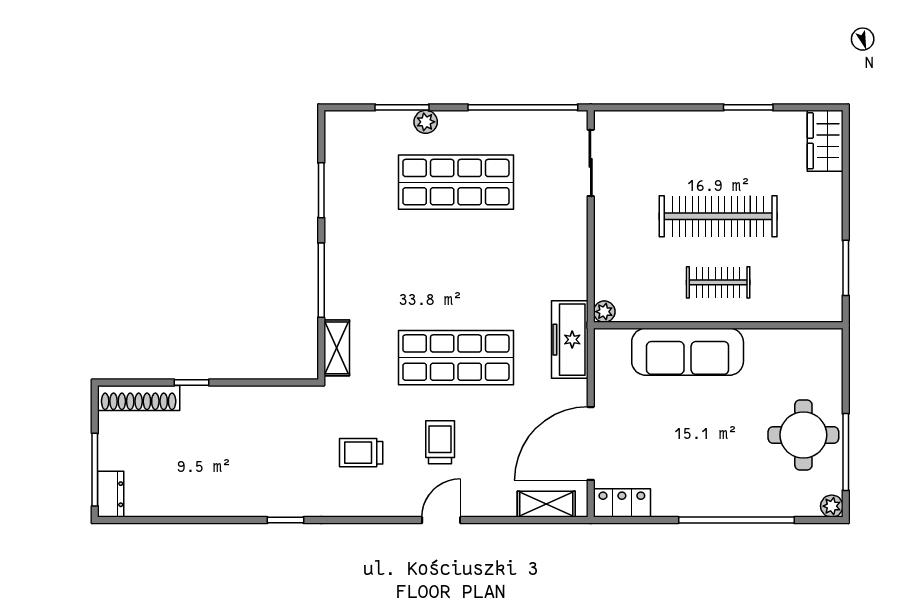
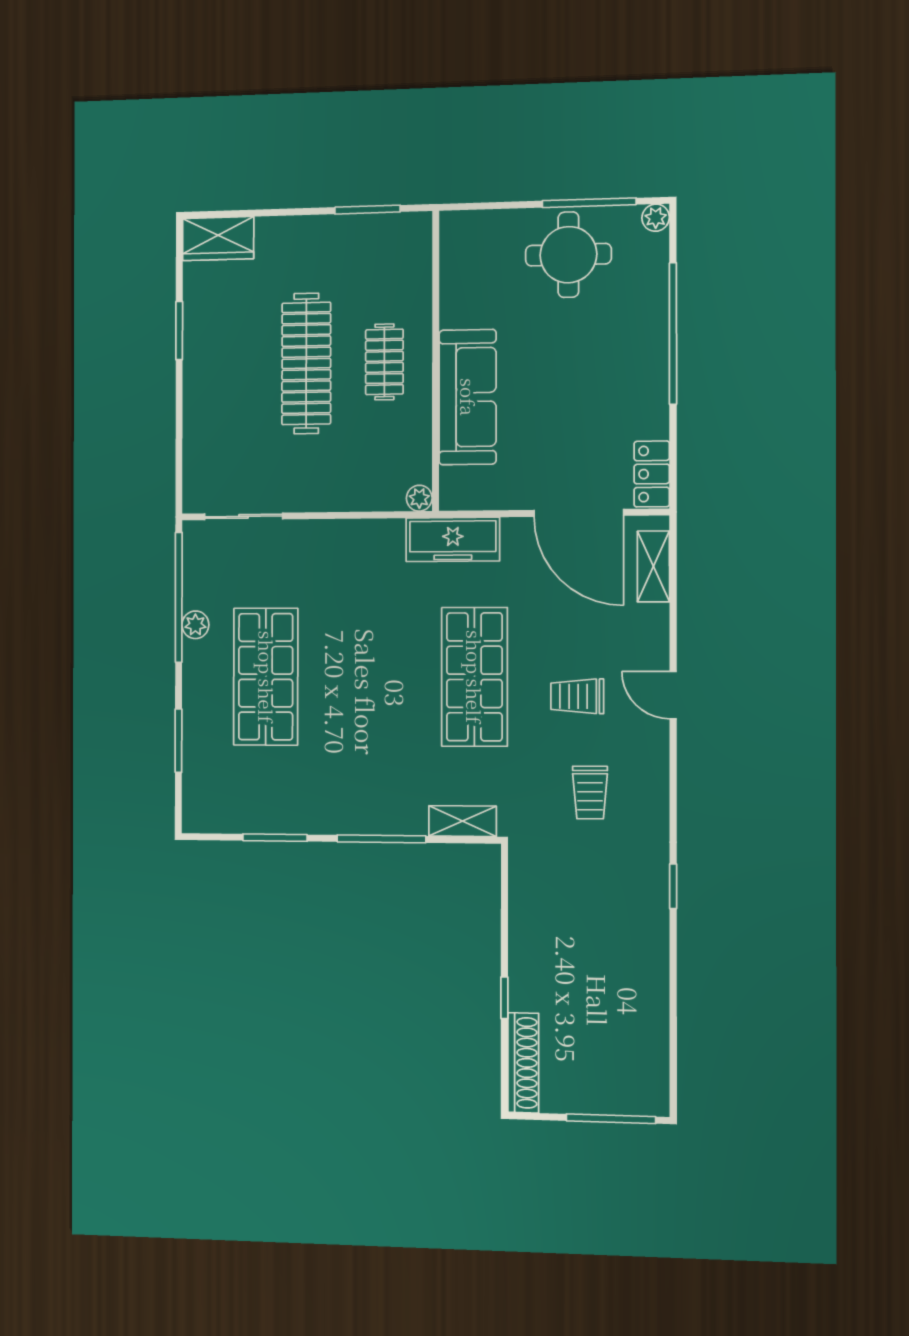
plant: (426, 122) -> (195, 625), moved
dresser: (111, 494) -> (641, 1100), removed

